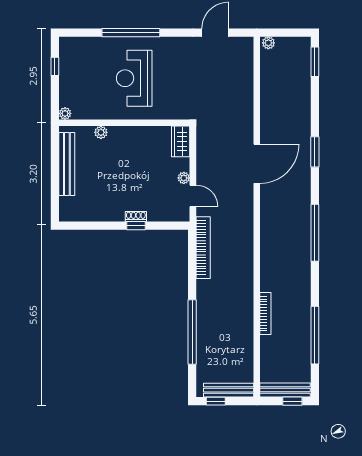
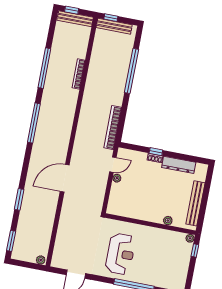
window: (55, 66) -> (195, 251), moved
reception desk: (134, 78) -> (120, 254), moved
wardrobe: (181, 141) -> (114, 204), removed
window: (315, 152) -> (19, 199), moved
door: (193, 196) -> (113, 165), swing flipped
dresser: (101, 213) -> (179, 165), added
window: (315, 335) -> (44, 68), moved
window: (216, 401) -> (111, 18), moved

